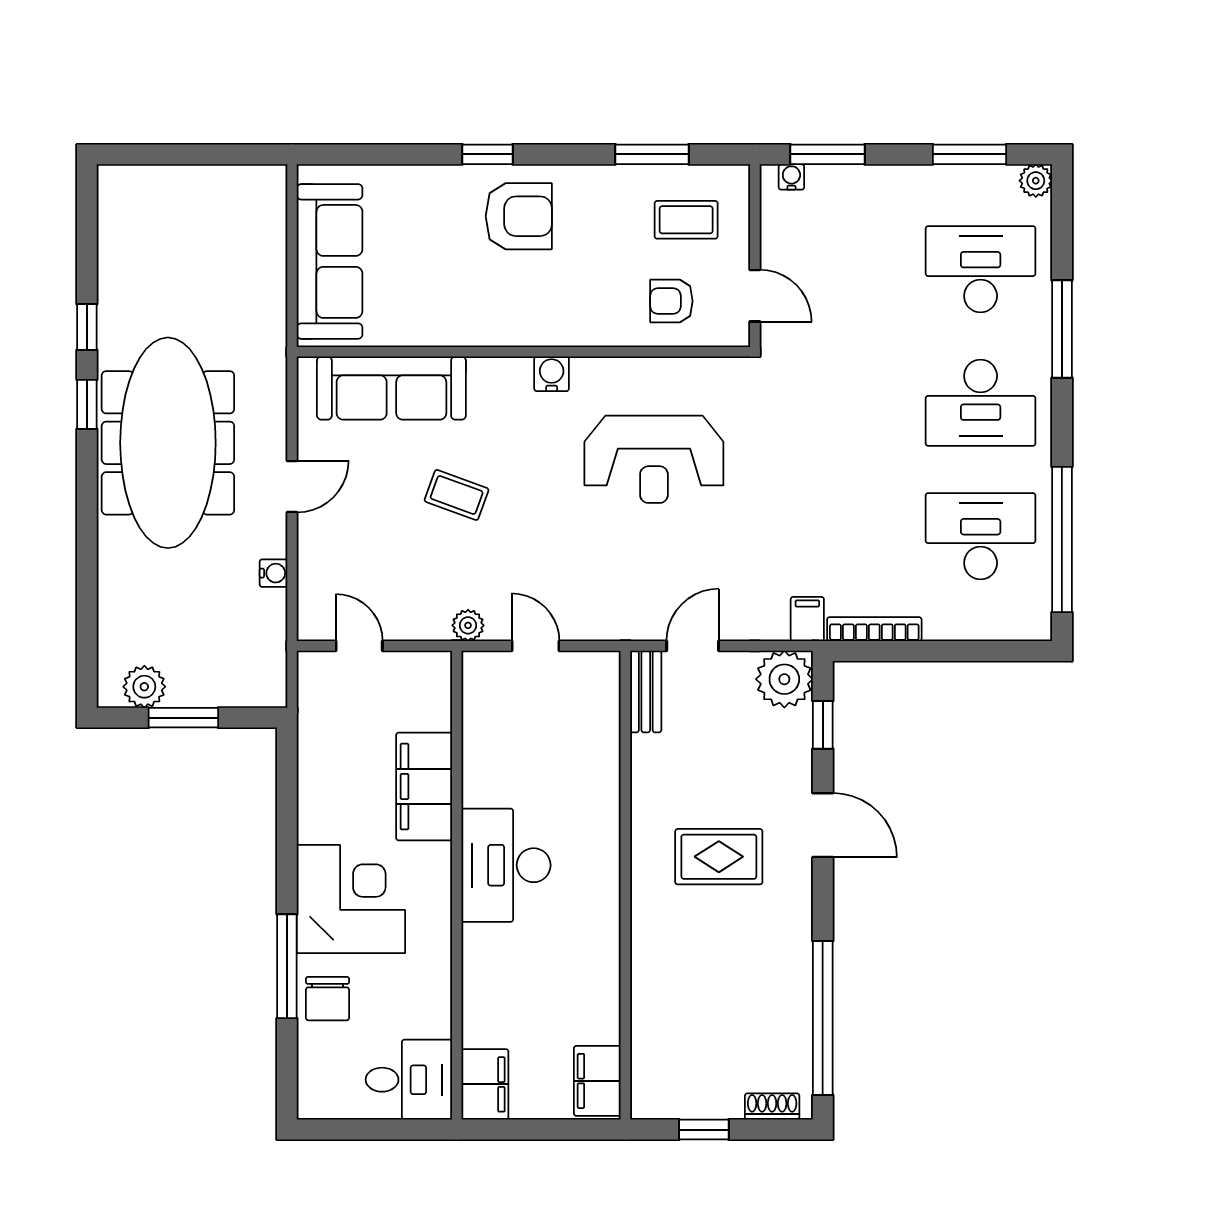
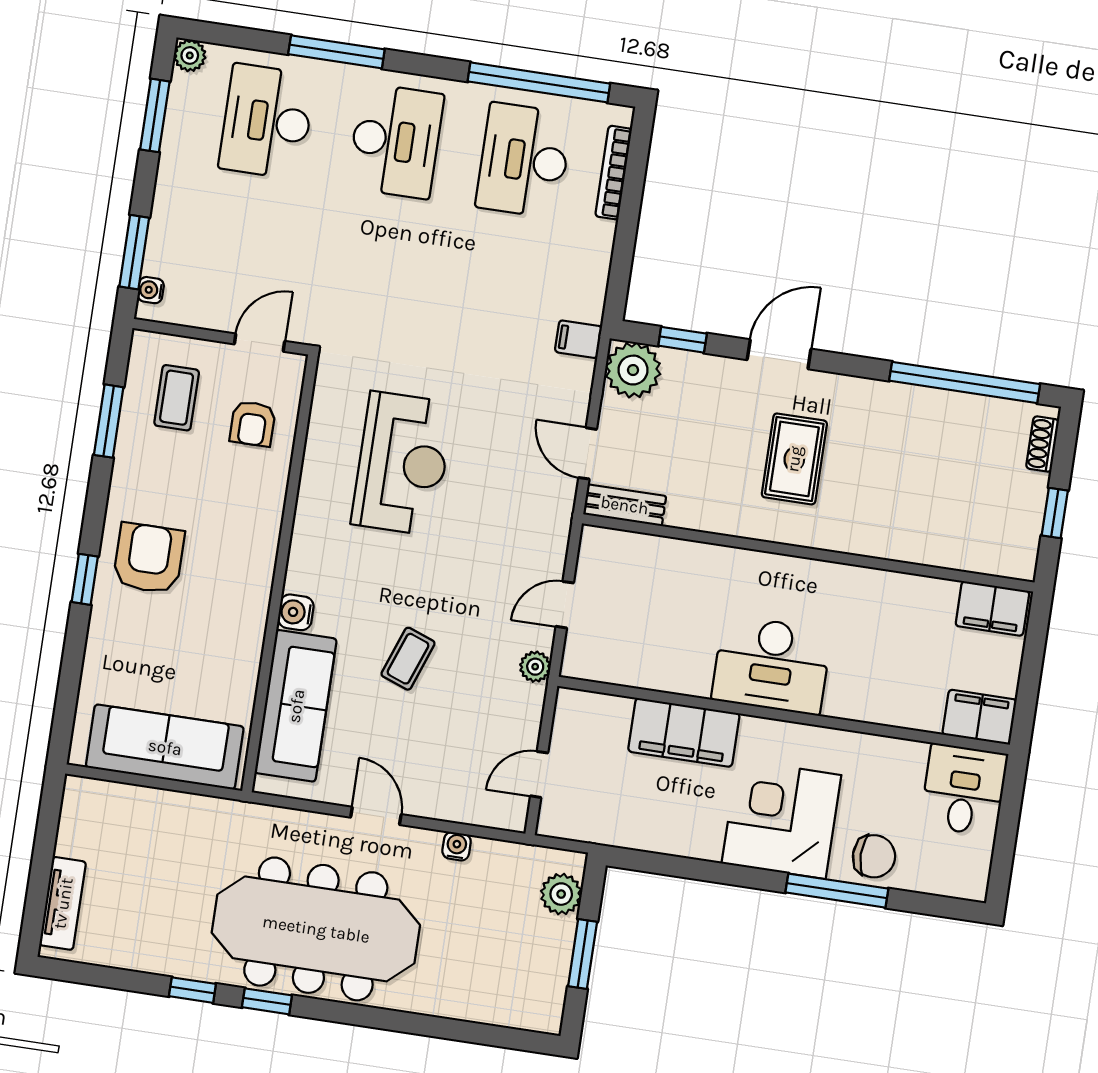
tv unit: (155, 182) -> (63, 903), added
water cooler: (552, 374) -> (296, 612), moved
bookcase: (874, 629) -> (614, 173), moved
plant: (144, 687) -> (561, 894), moved

